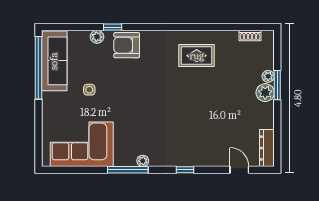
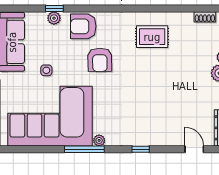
window: (113, 27) -> (54, 9), moved
armchair: (143, 79) -> (100, 60), added
corner sofa: (82, 144) -> (50, 116), width x1.36, depth x1.36

